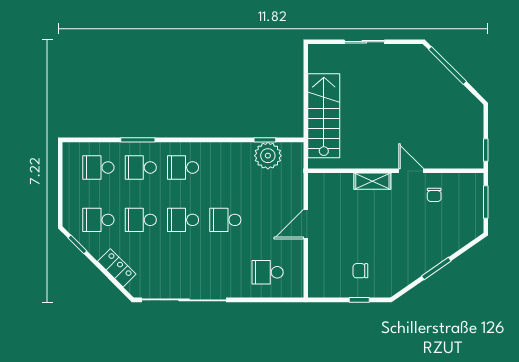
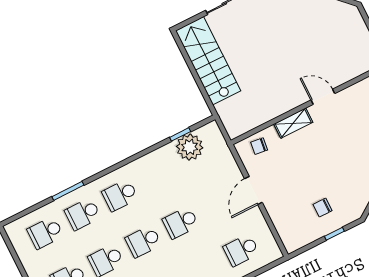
stairs: (324, 116) -> (208, 61), moved
chair: (434, 195) -> (259, 146), moved, turned 97

